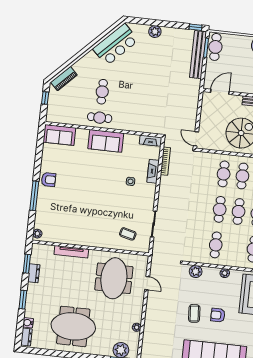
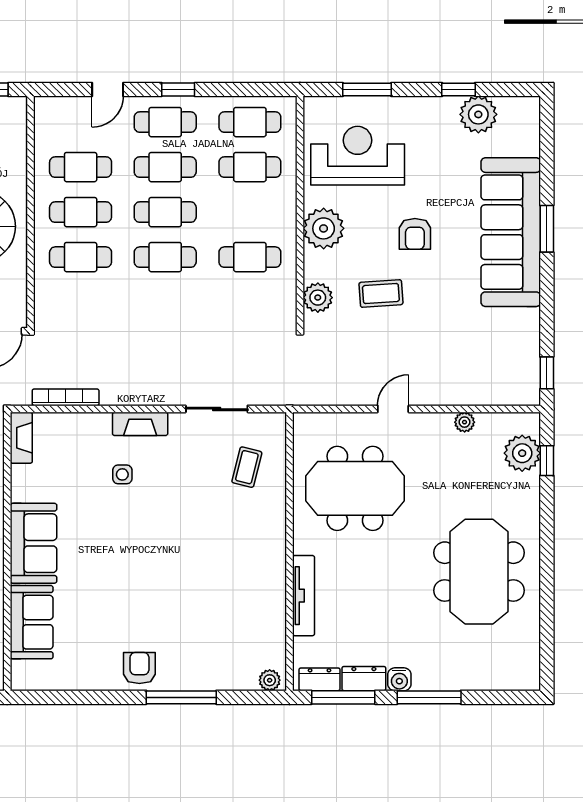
sofa: (59, 135) -> (32, 622), moved
fireplace: (153, 171) -> (140, 424), moved
window: (27, 264) -> (343, 697), width x1.44
plant: (225, 273) -> (324, 228), width x1.88, depth x1.88
door: (147, 283) -> (393, 409), moved
window: (23, 300) -> (429, 697), width x1.44
coffee table: (194, 313) -> (381, 293), moved
water cooler: (28, 323) -> (399, 679), moved
dresser: (26, 337) -> (319, 679), moved

